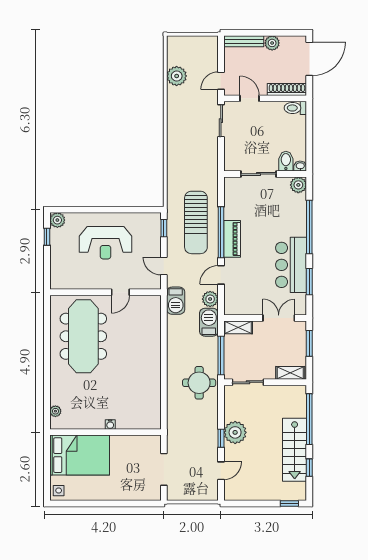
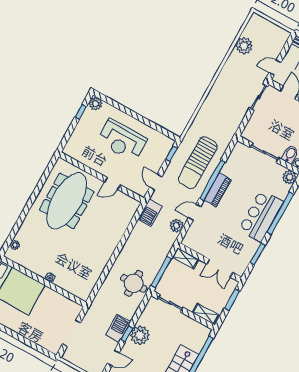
bar counter: (291, 265) -> (261, 216), moved
double door: (279, 318) -> (220, 268), swing flipped
barbecue: (209, 322) -> (118, 328), moved

